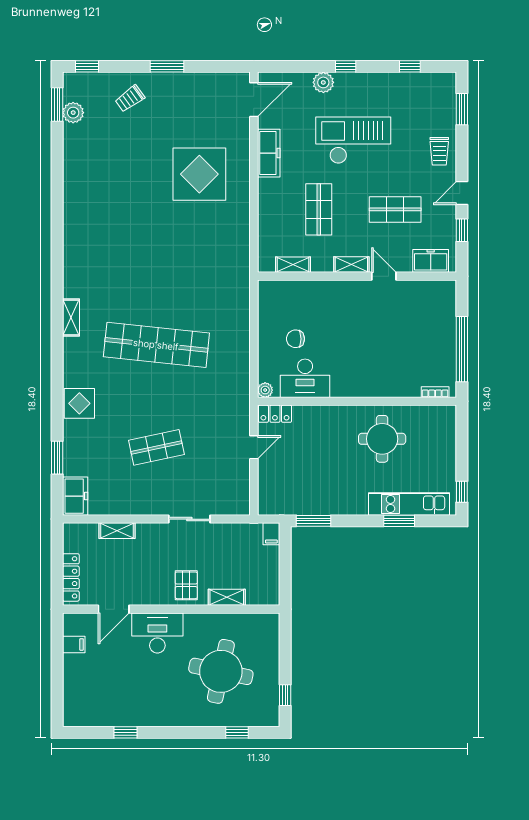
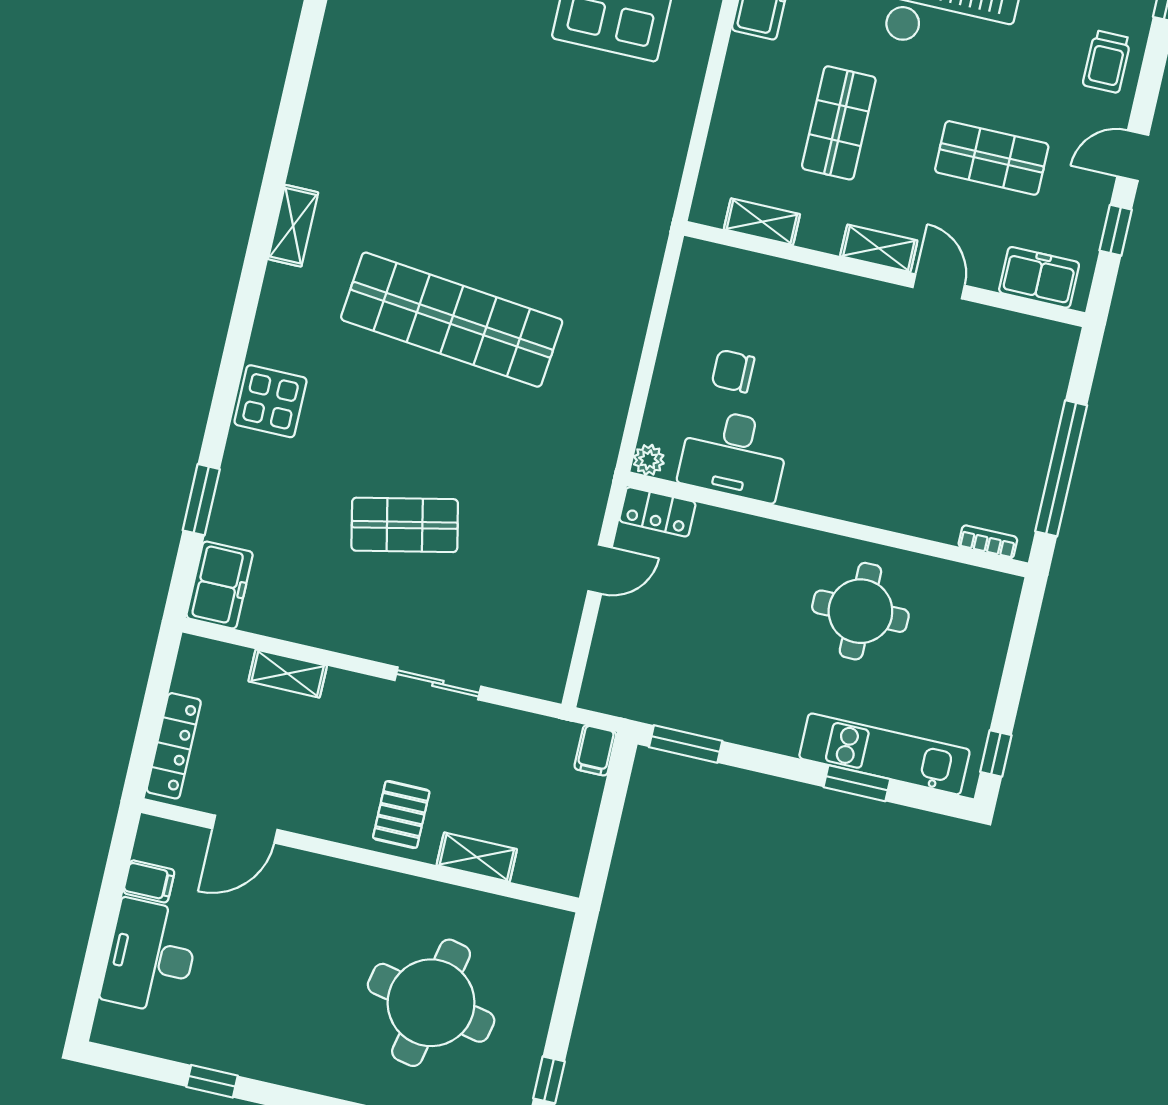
desk: (157, 633) -> (151, 957), moved, turned -90

